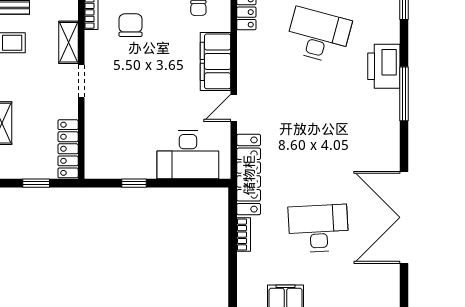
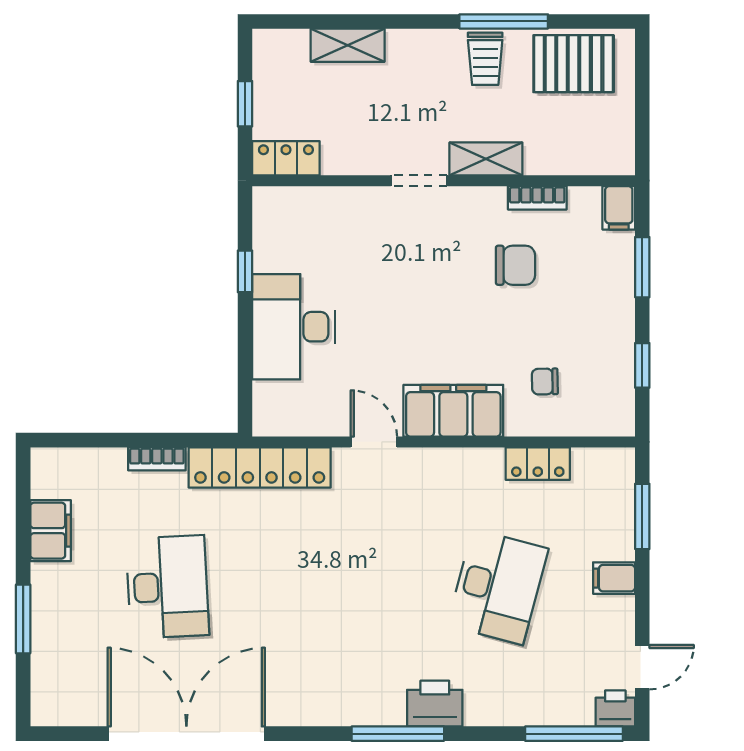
printer: (384, 66) -> (435, 704), width x0.73, depth x0.84
locker: (68, 149) -> (286, 158), width x0.66
desk: (188, 155) -> (294, 327), moved

